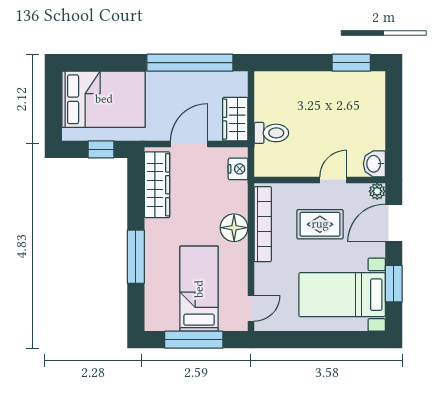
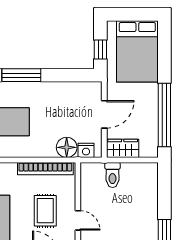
door: (189, 144) -> (104, 114), hinge flipped
wardrobe: (157, 185) -> (74, 91), removed
floor lamp: (234, 228) -> (67, 147), moved

